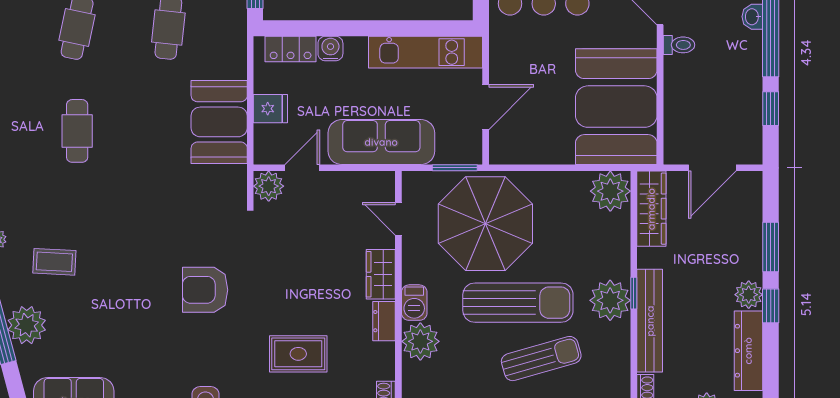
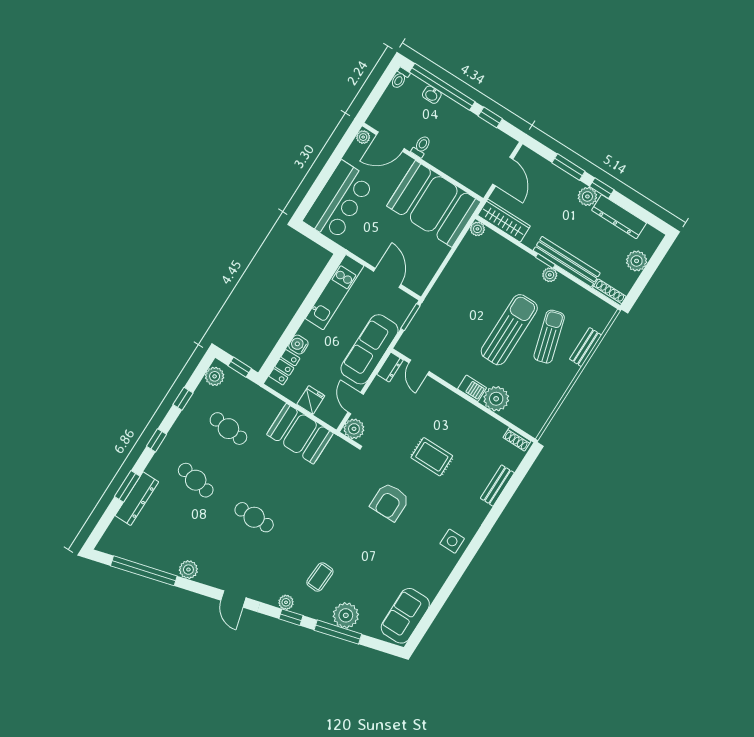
plant: (610, 191) -> (477, 229), width x0.53, depth x0.53
door: (398, 219) -> (419, 367), hinge flipped
parasol: (485, 224) -> (453, 320), removed
wardrobe: (381, 274) -> (444, 397), removed
plant: (610, 300) -> (550, 275), width x0.53, depth x0.53
dresser: (384, 321) -> (390, 367), moved, turned -90
rug: (298, 354) -> (432, 457), moved, turned 90

